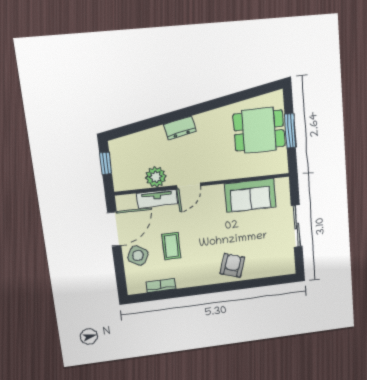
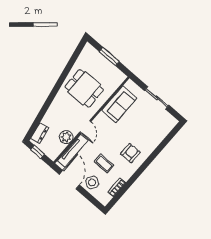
dresser: (180, 128) -> (40, 133), moved
dining table: (259, 130) -> (84, 88), moved, turned 90
tv unit: (157, 199) -> (73, 151), width x1.41
armchair: (232, 265) -> (130, 153), moved, turned 72

